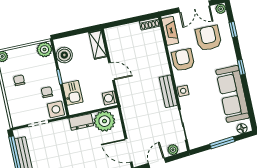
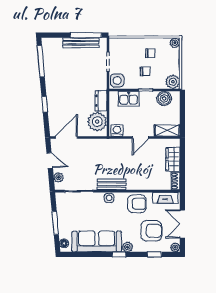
wardrobe: (127, 32) -> (173, 159), added
plant: (231, 60) -> (127, 247), added
chair: (47, 92) -> (145, 71), moved

